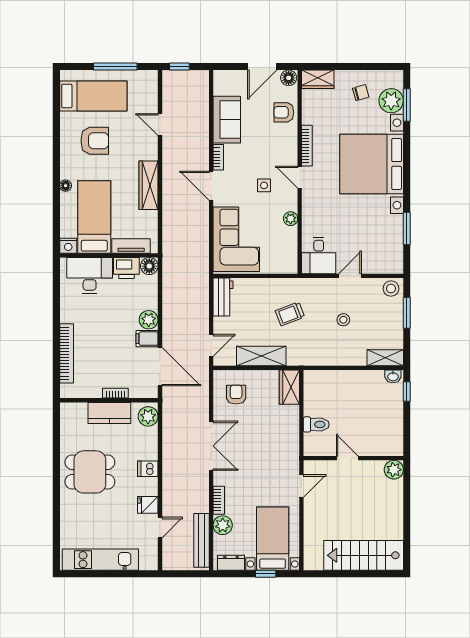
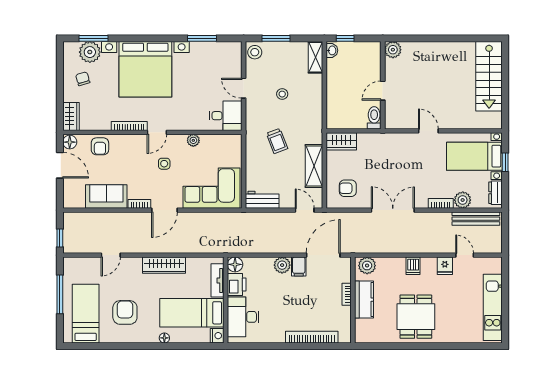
door: (347, 458) -> (383, 91), moved
wall: (353, 458) -> (383, 85), moved
plant: (394, 470) -> (393, 50), moved

